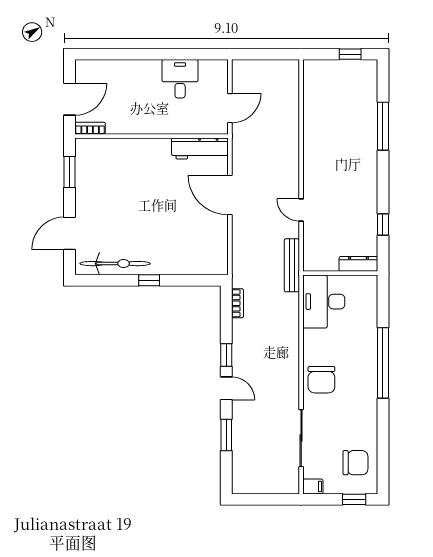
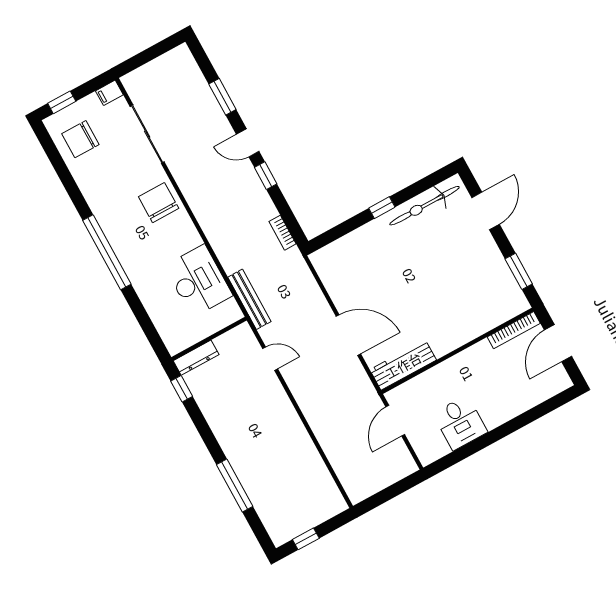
bookcase: (90, 128) -> (514, 330), width x1.56
dresser: (358, 264) -> (196, 358), moved
wall: (340, 273) -> (209, 339), moved

